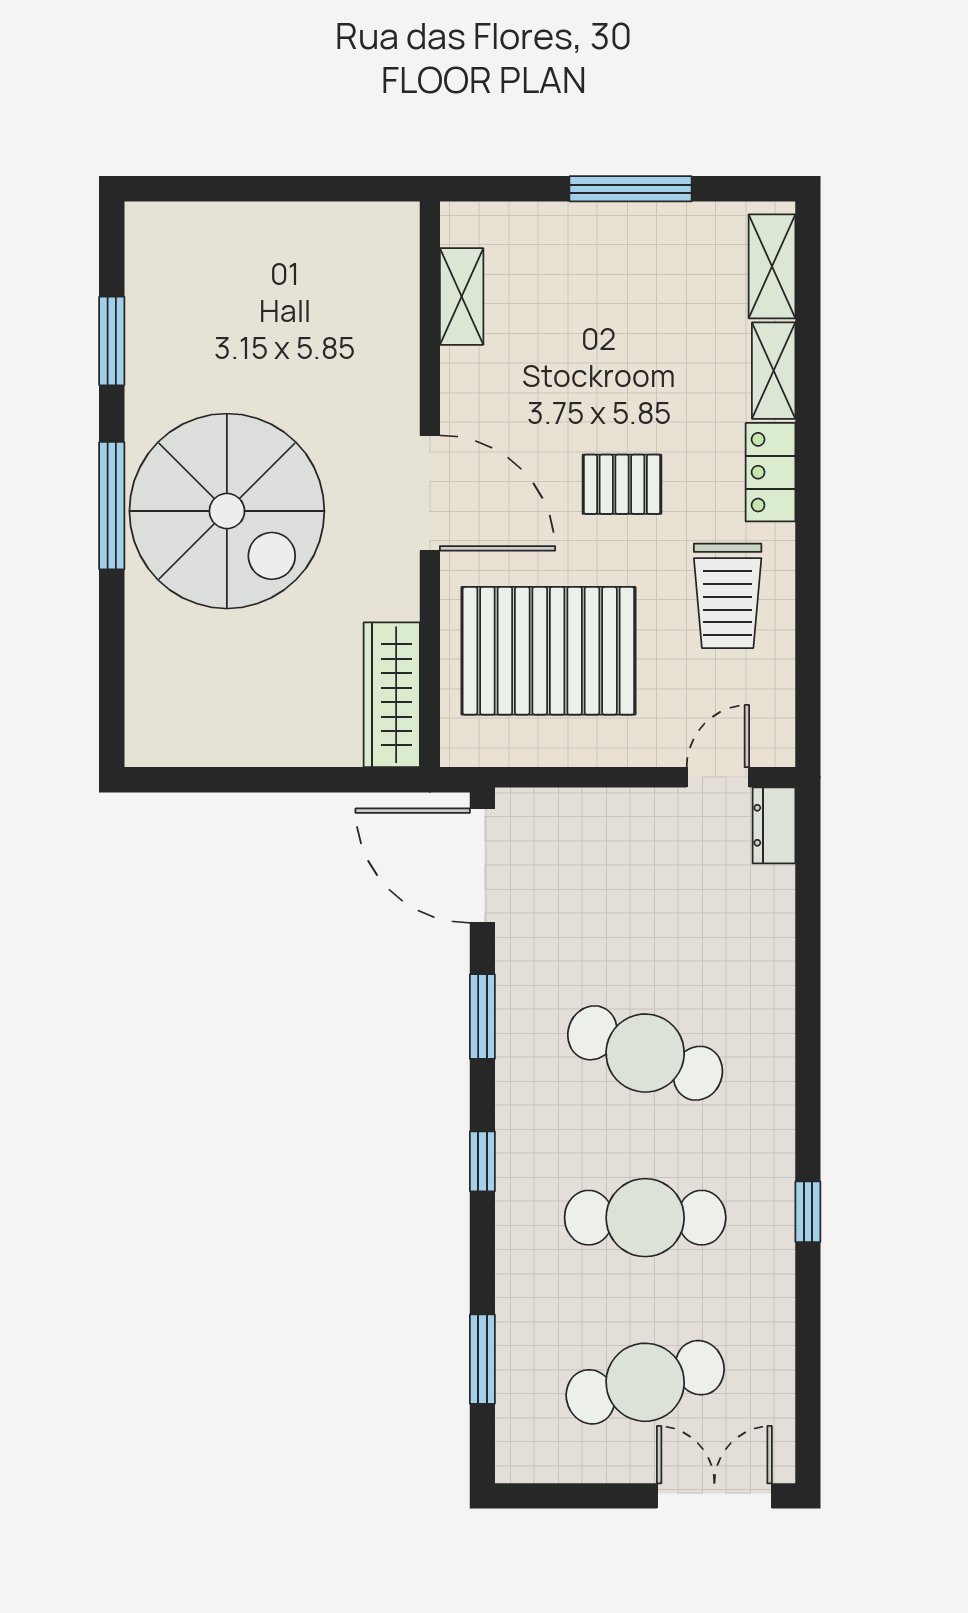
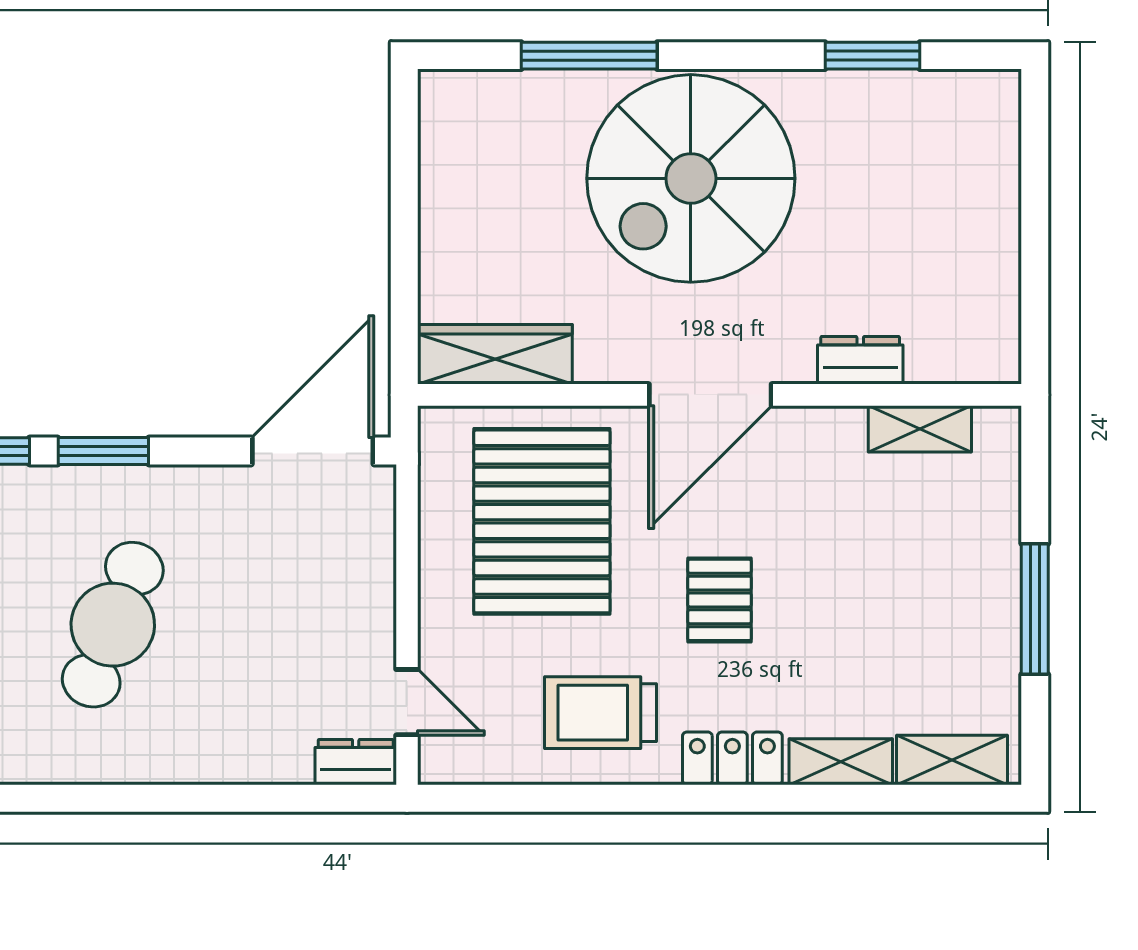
dresser: (397, 352) -> (860, 360), added
window: (112, 506) -> (589, 56), moved
window: (482, 1017) -> (103, 451), moved

